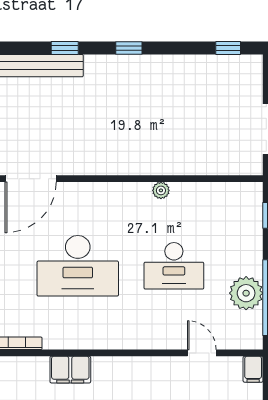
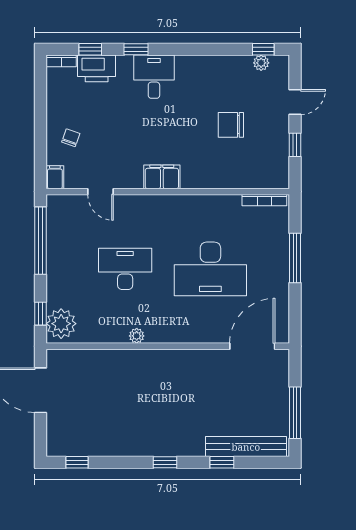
desk: (78, 266) -> (210, 269), turned 180
plant: (246, 293) -> (61, 324), moved
filing cabinet: (70, 370) -> (162, 177), moved

